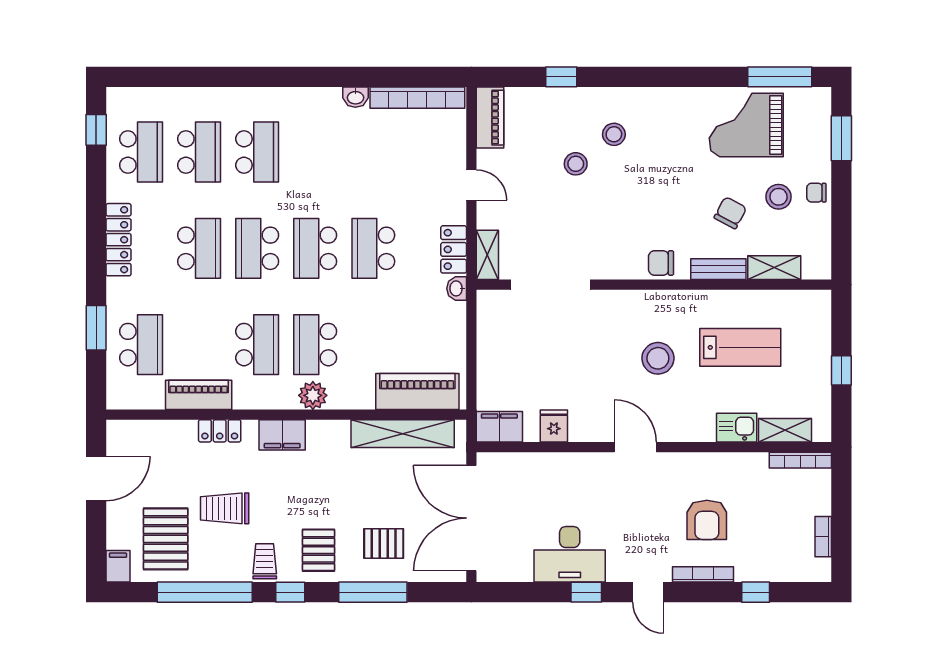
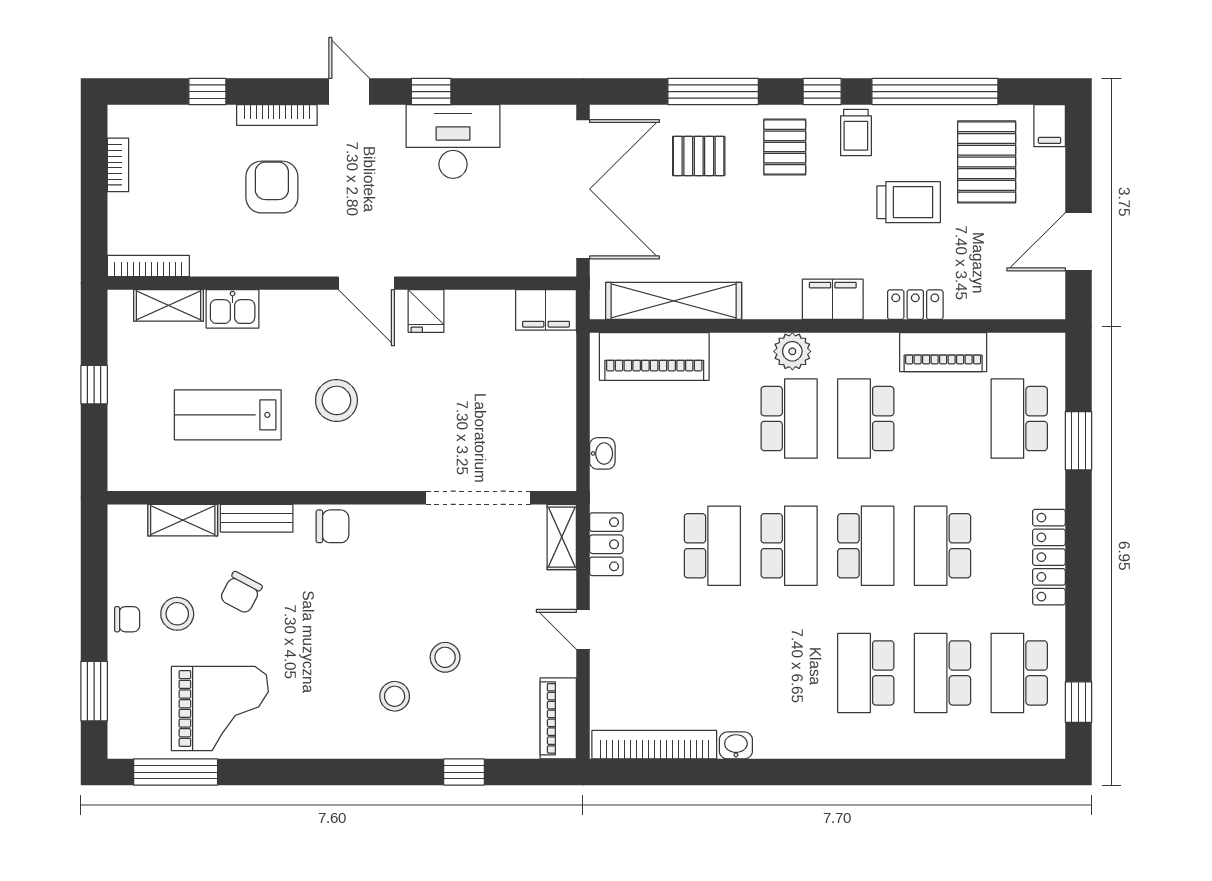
washbasin: (457, 288) -> (602, 453), moved
fridge: (554, 426) -> (426, 311), moved

